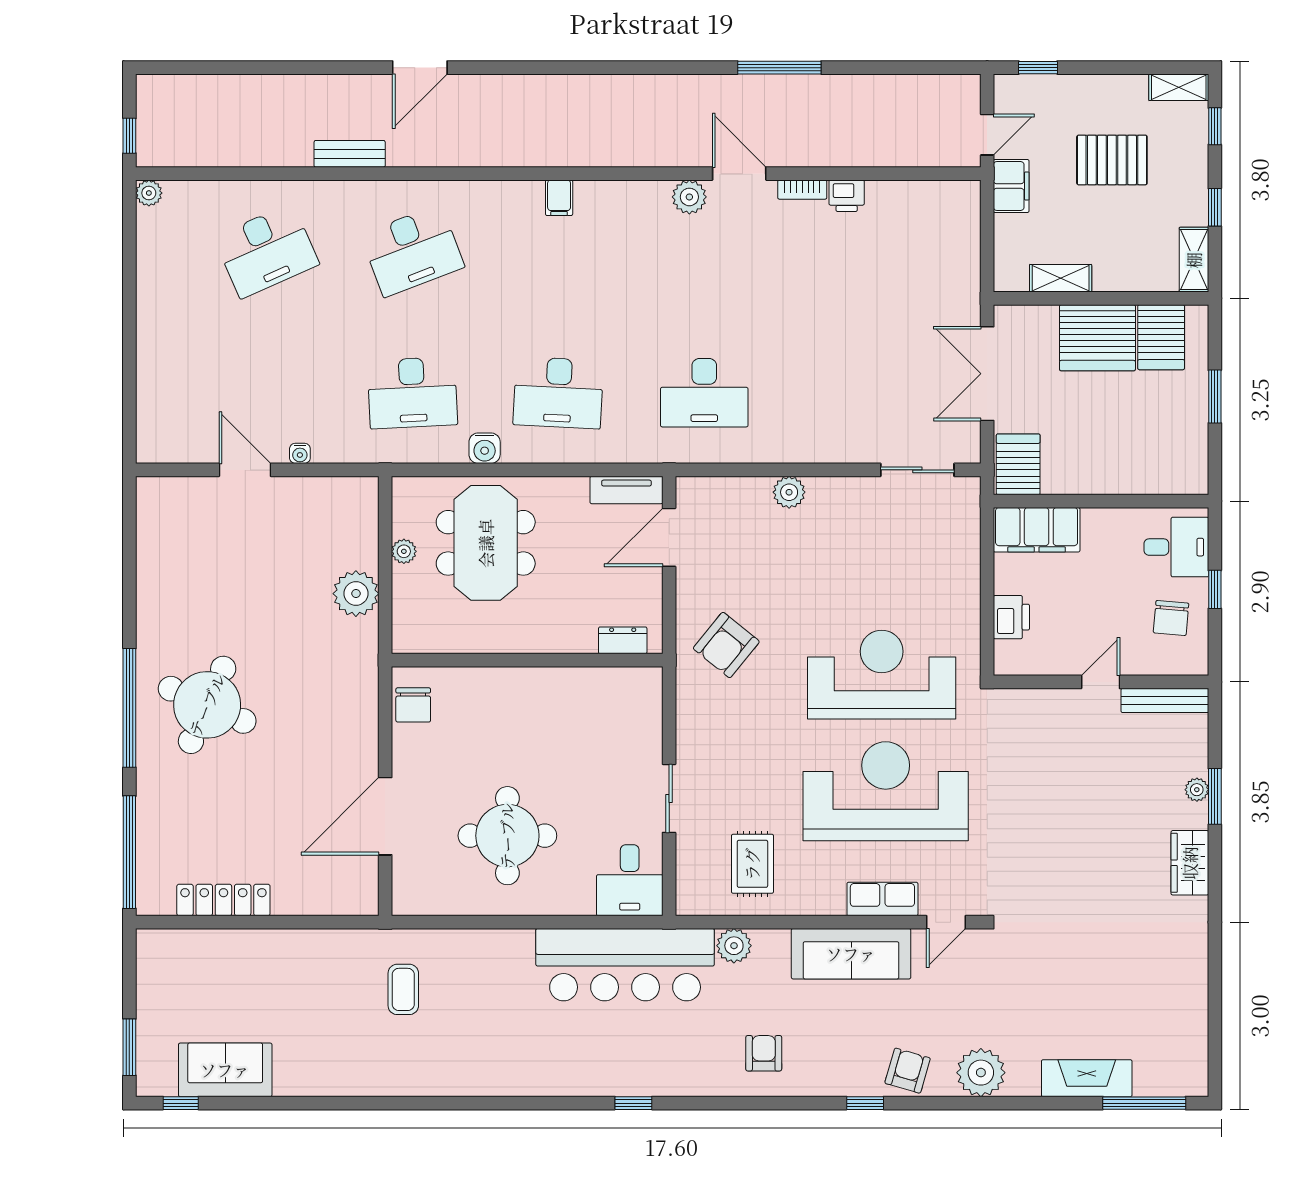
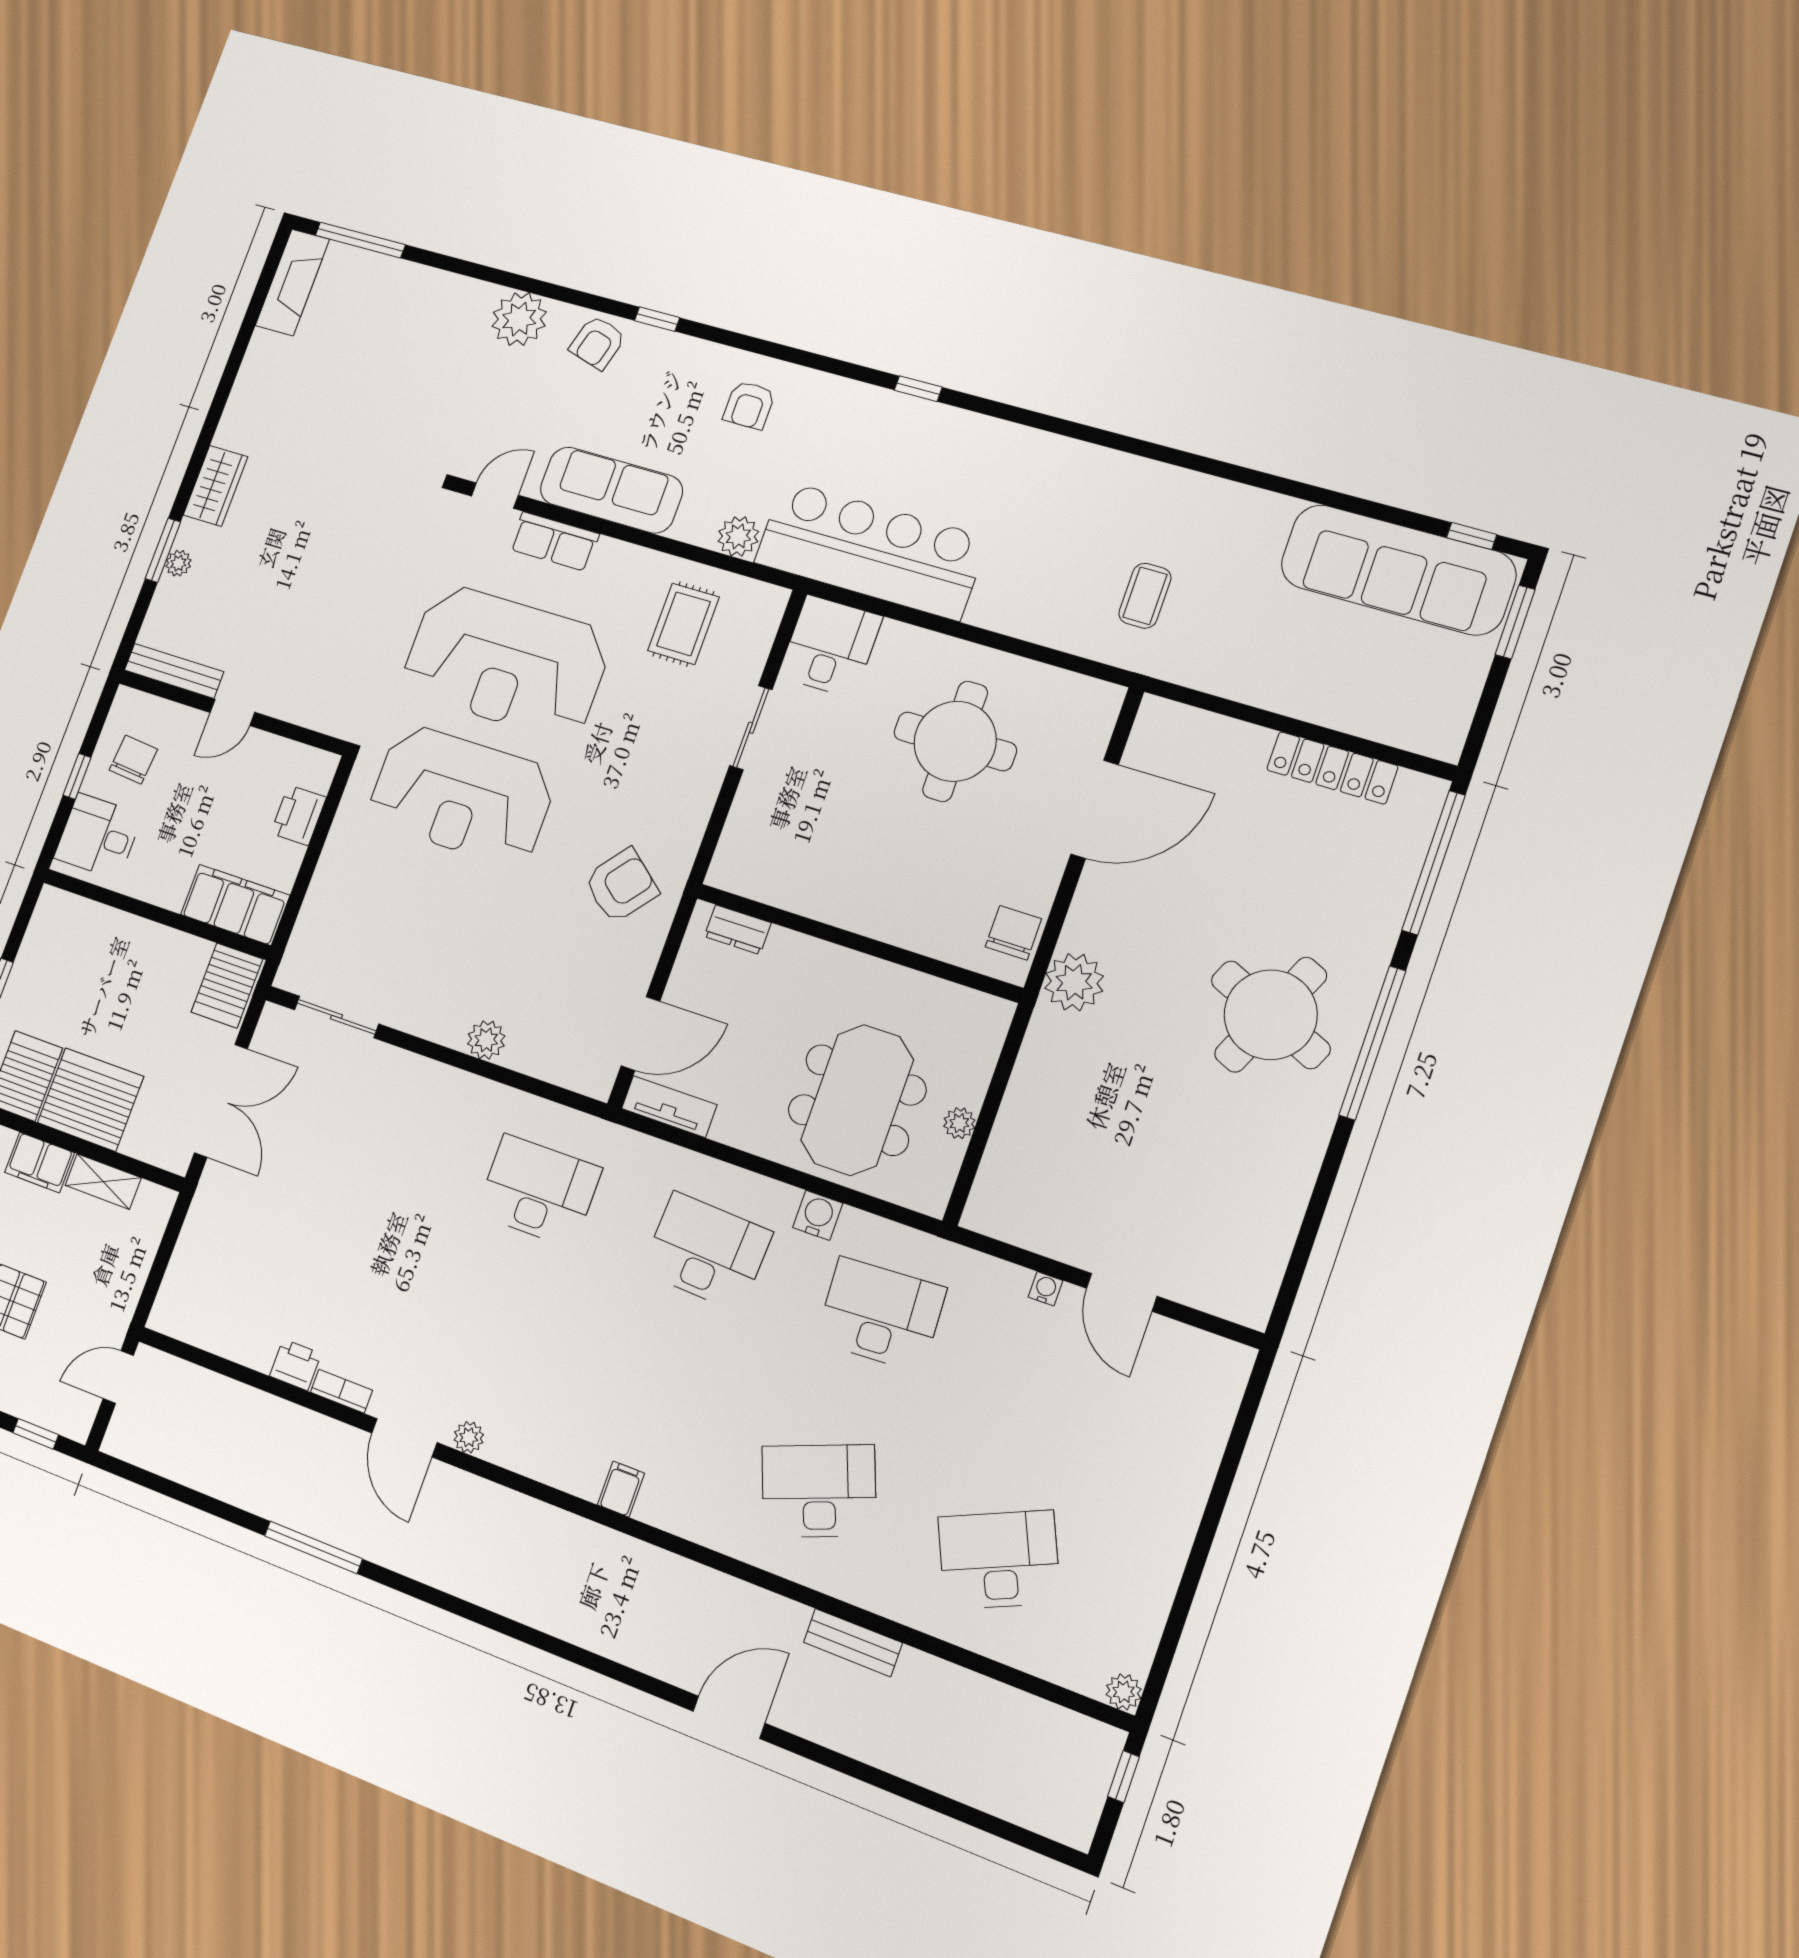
filing cabinet: (1011, 186) -> (40, 1162), moved, turned -90
plant: (689, 197) -> (469, 1437), width x0.73, depth x0.73
plant: (356, 594) -> (1074, 982), moved
sofa: (225, 1070) -> (1398, 570), width x1.85, depth x1.27
fireplace: (1087, 1078) -> (292, 282), moved, turned -90

